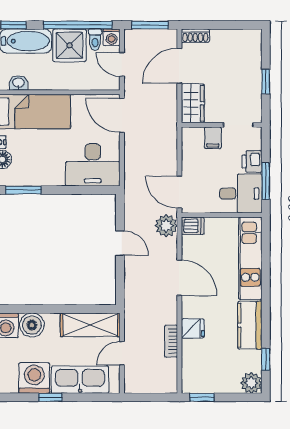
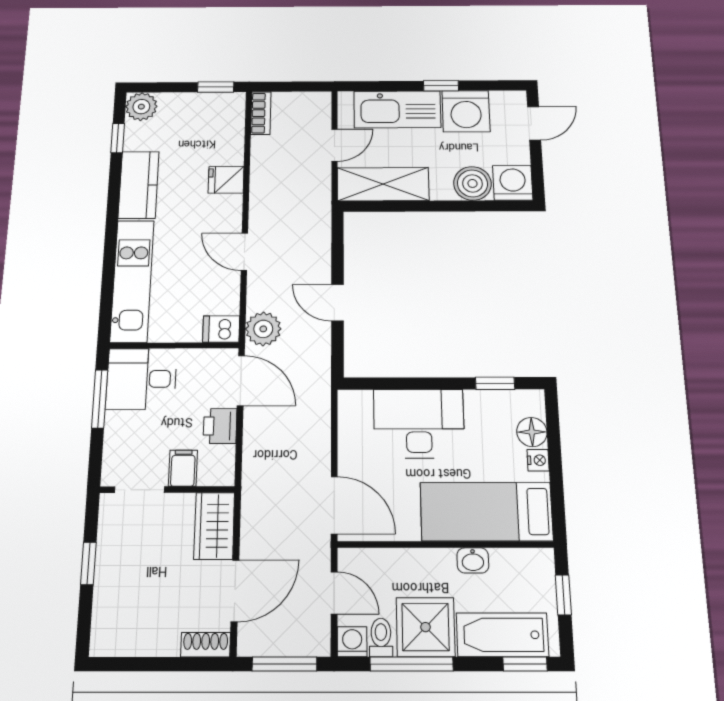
window: (78, 25) -> (412, 664), width x0.68
washbasin: (18, 83) -> (473, 560), moved
printer: (252, 162) -> (220, 426), moved, turned 180
desk: (93, 165) -> (419, 423), moved
window: (23, 190) -> (495, 383), width x0.67
door: (179, 278) -> (244, 252), width x0.73
bookcase: (171, 341) -> (261, 113), moved

